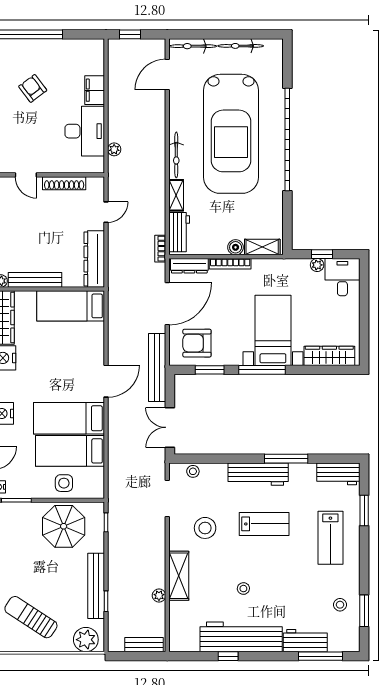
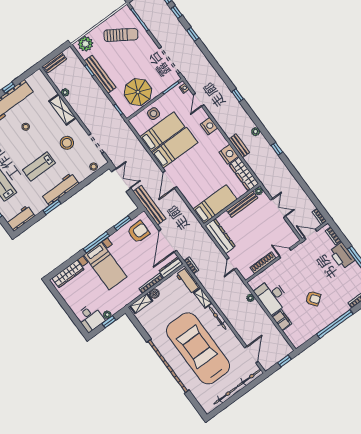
window: (286, 459) -> (52, 207), width x0.69

